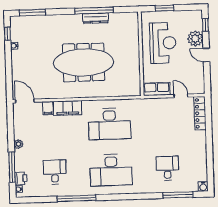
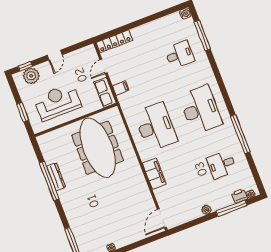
plant: (195, 39) -> (31, 76), moved
meeting table: (84, 62) -> (98, 148), moved
filing cabinet: (48, 108) -> (121, 88), moved
desk: (167, 168) -> (179, 55), turned 180

